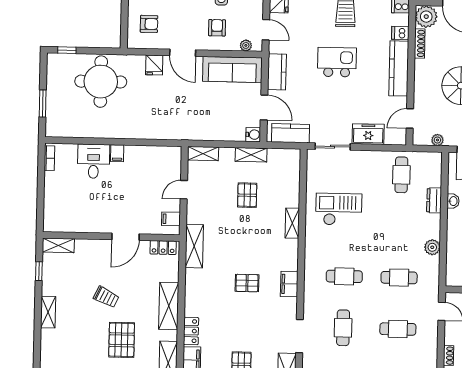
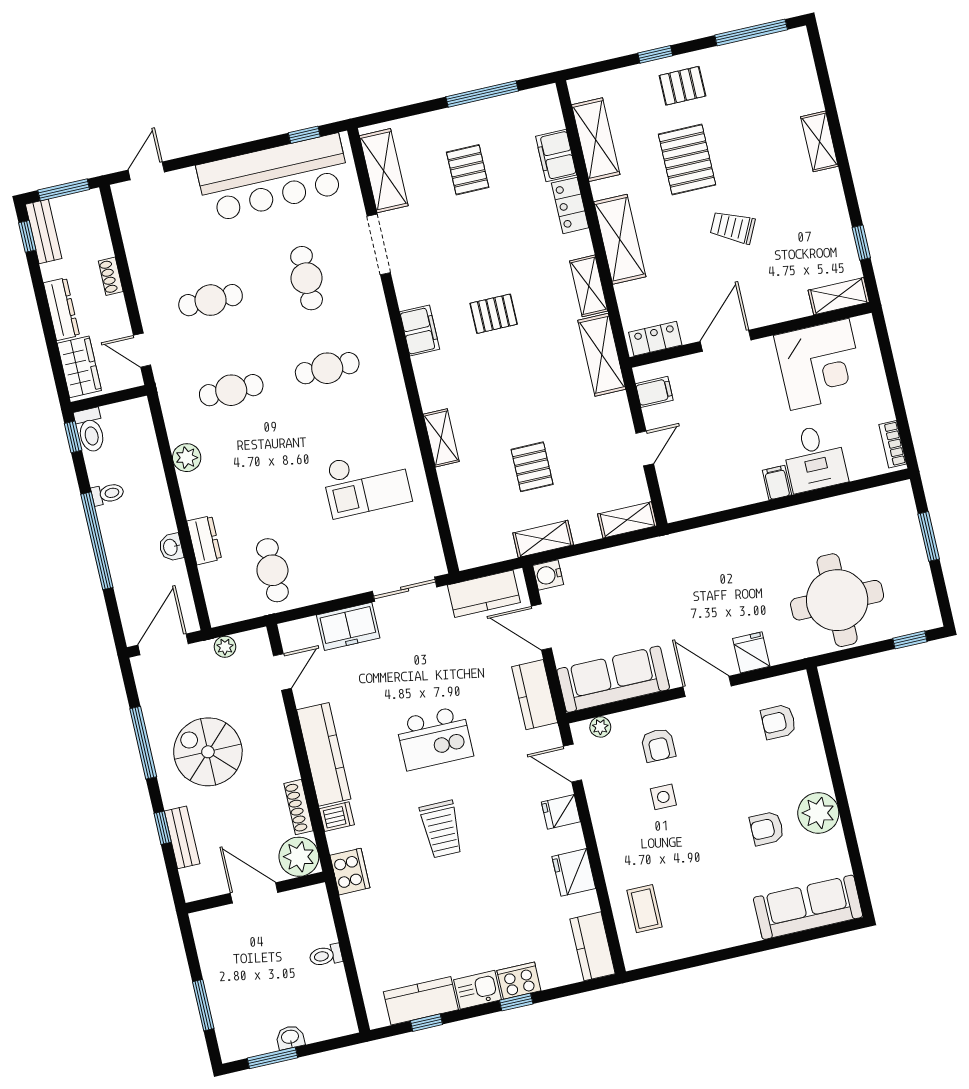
corner desk: (78, 211) -> (820, 364), added
shelving: (192, 285) -> (589, 286), added
shelving: (48, 312) -> (819, 141), moved

